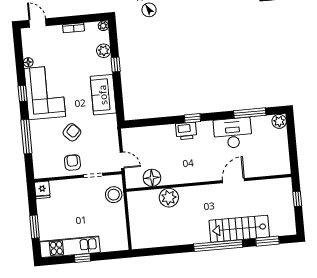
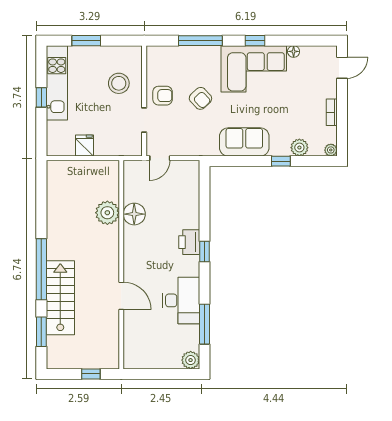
floor lamp: (152, 178) -> (134, 214), moved
fridge: (42, 190) -> (85, 146), moved, turned 90
stool: (114, 195) -> (119, 83), moved

